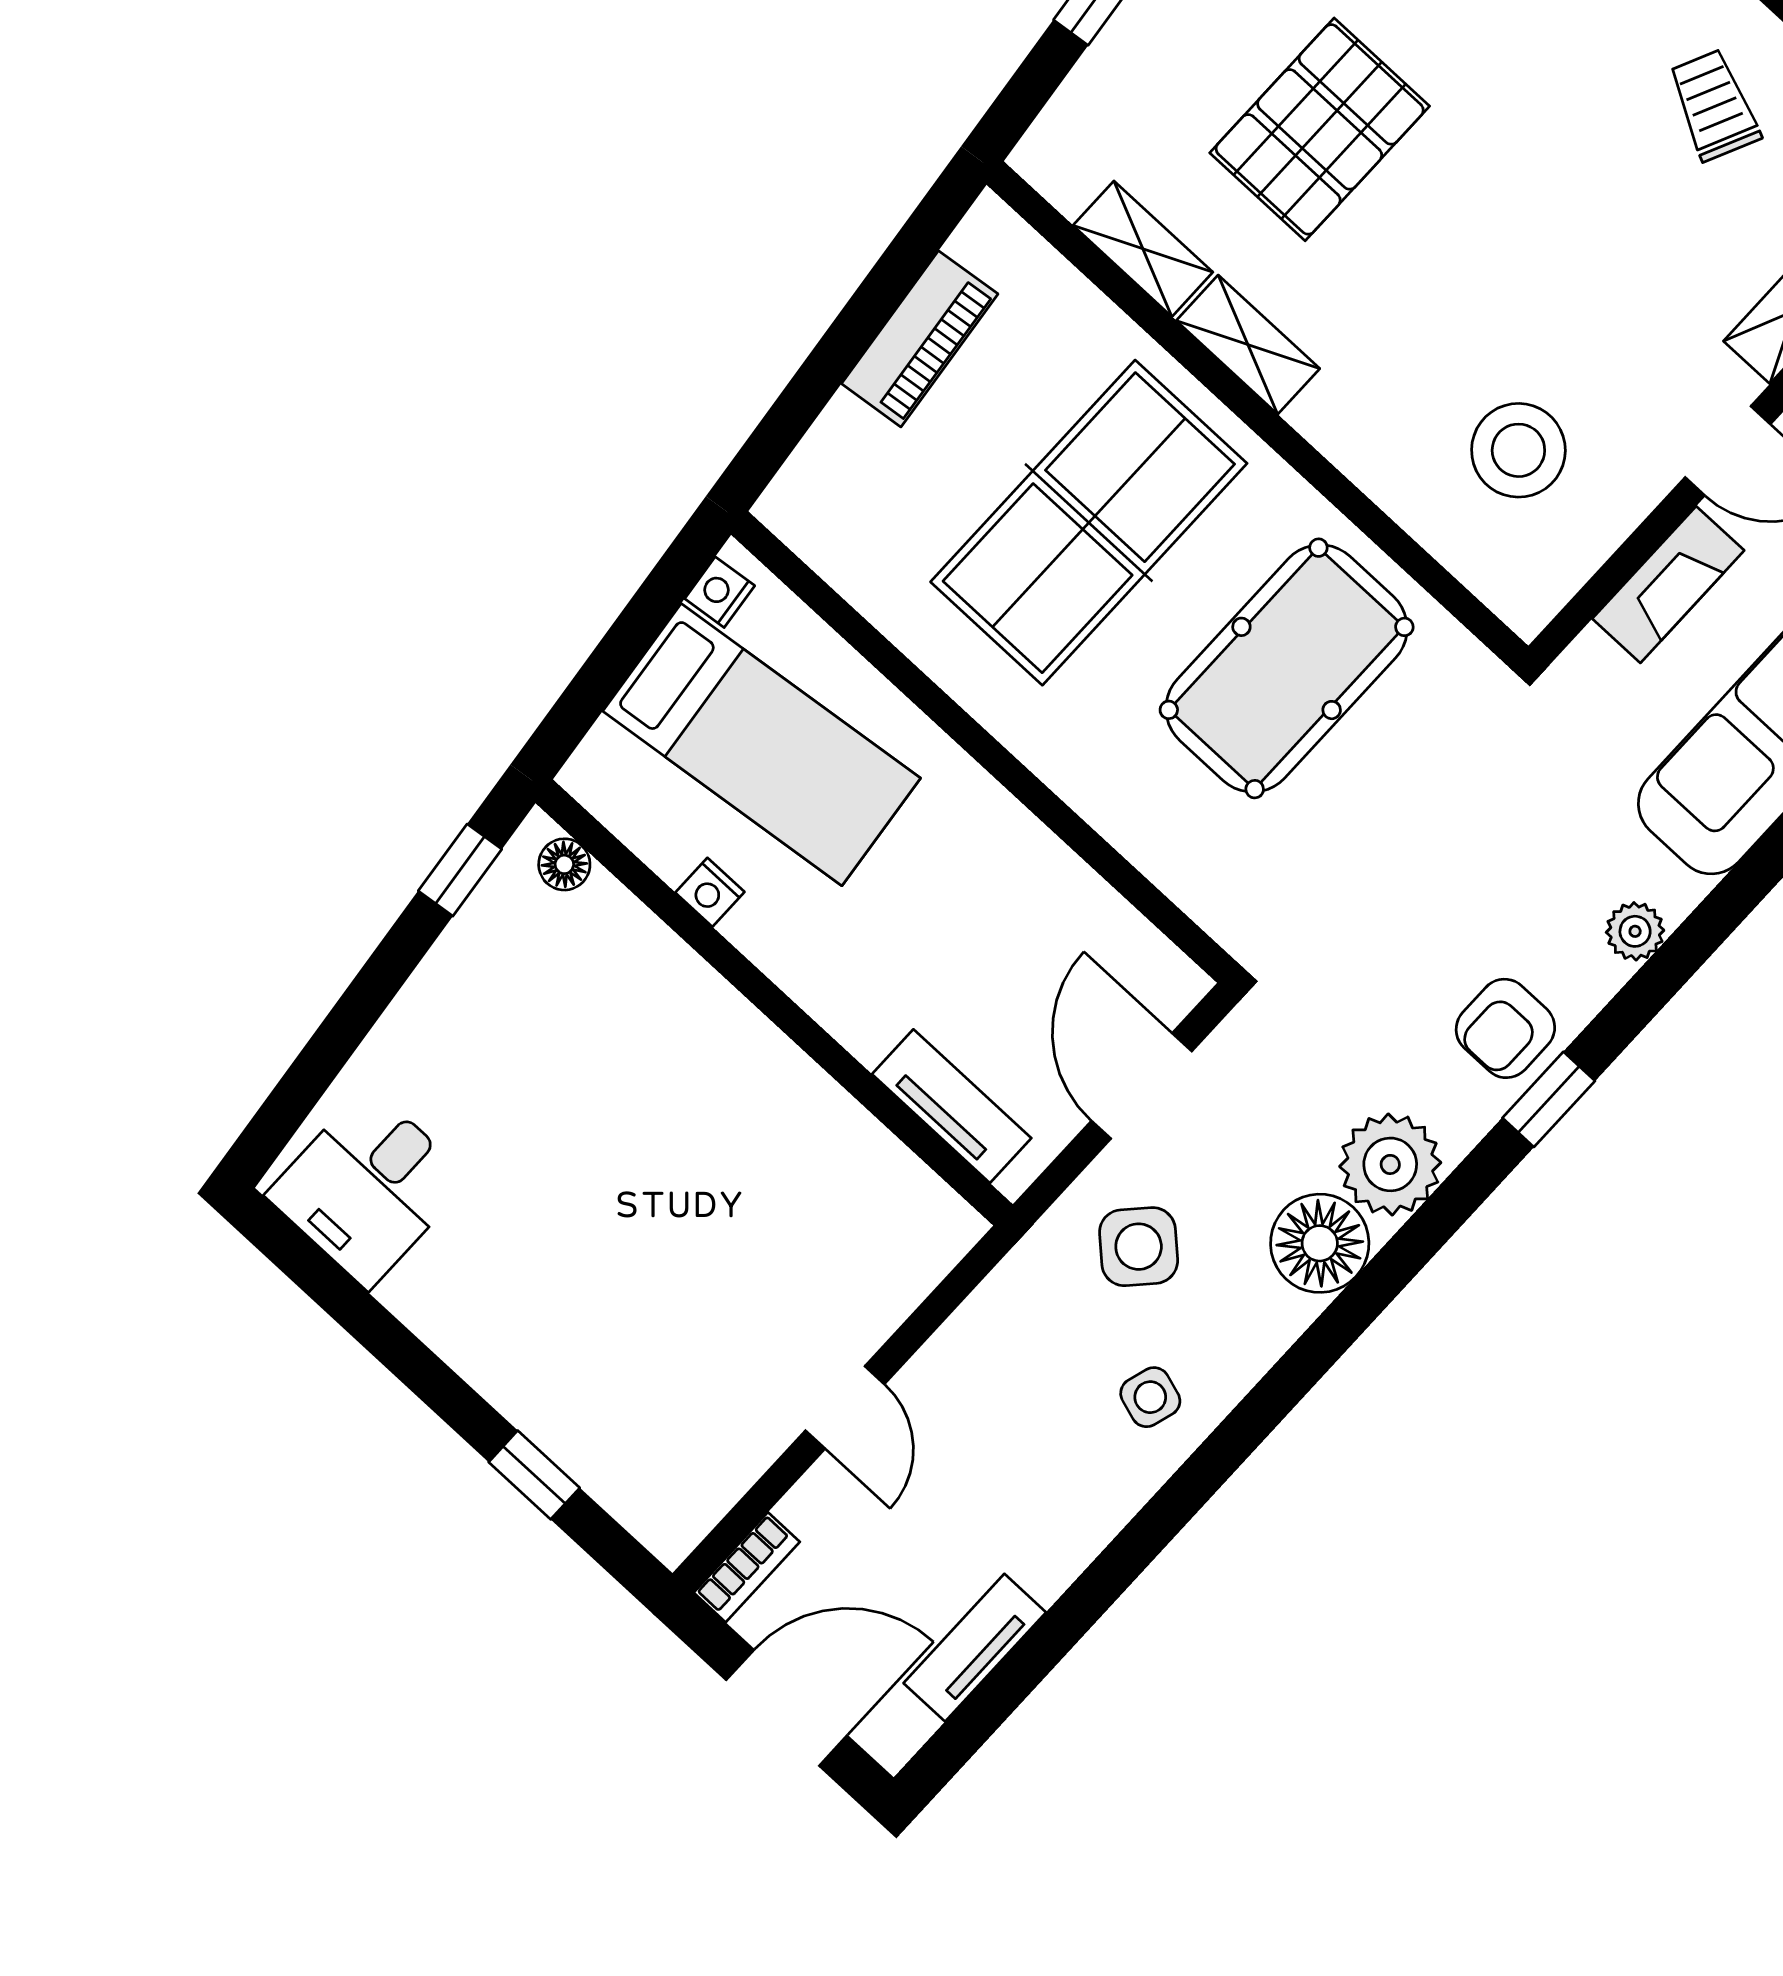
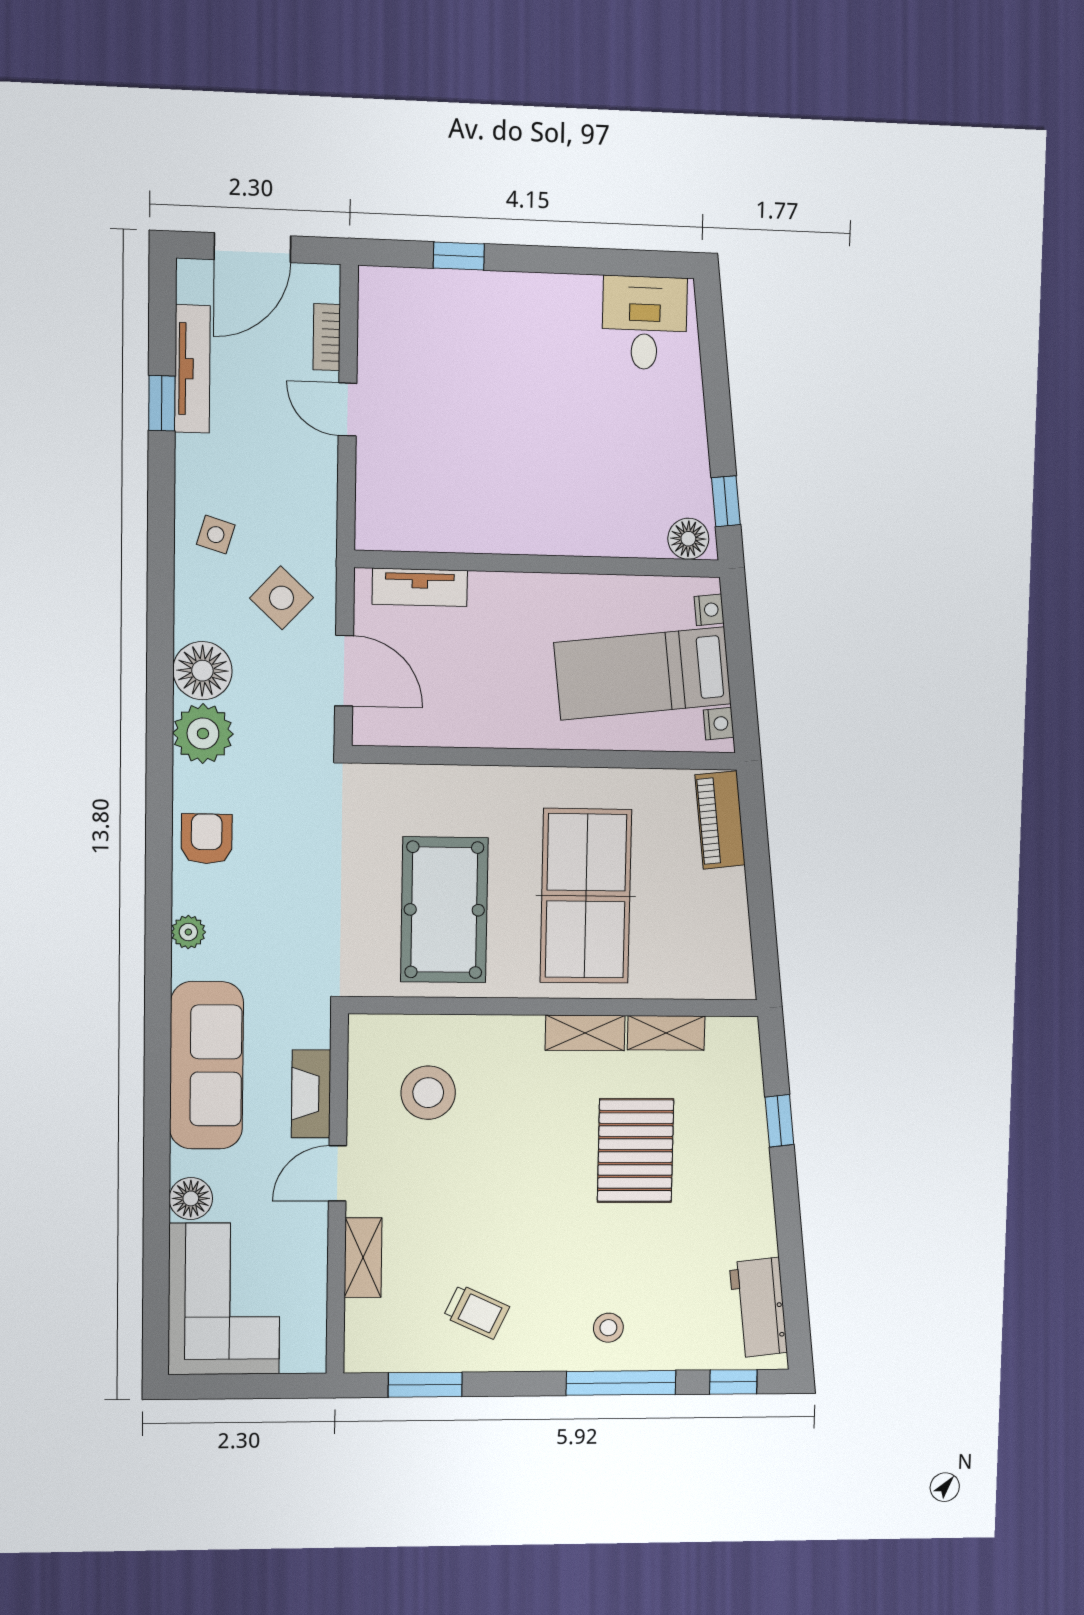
piano: (920, 339) -> (720, 820), moved
floor lamp: (564, 864) -> (688, 539), width x1.37, depth x1.37
nightstand: (710, 892) -> (709, 610), moved, turned 83
window: (1549, 1099) -> (162, 403), moved
bookcase: (747, 1567) -> (327, 337), moved
tv unit: (975, 1648) -> (192, 369), width x1.41

